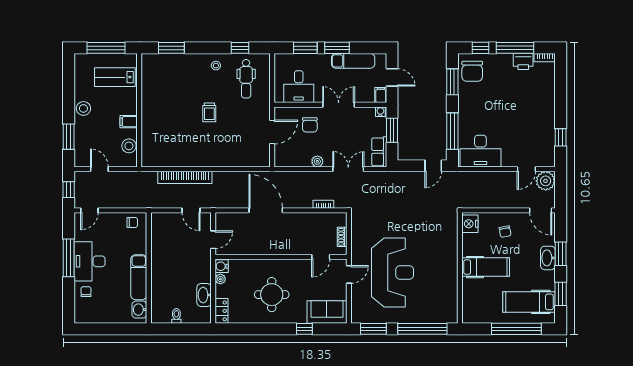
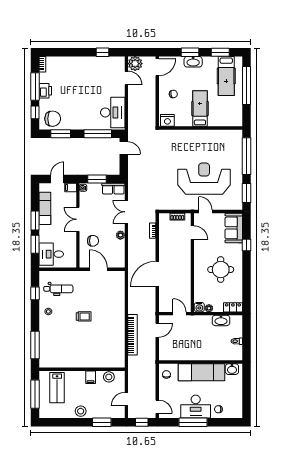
window: (171, 48) -> (35, 345), width x1.44
printer: (523, 61) -> (45, 91), moved
desk: (299, 87) -> (51, 254), moved, turned 180
exam couch: (139, 277) -> (201, 372), width x1.36, depth x1.45

